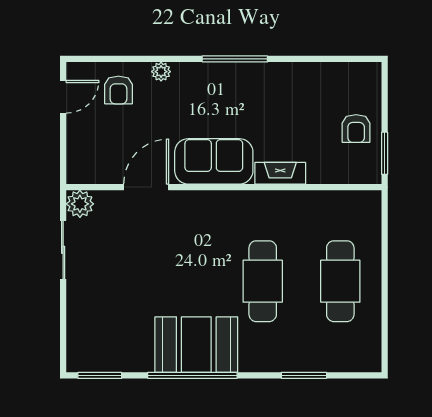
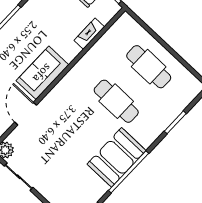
fireplace: (280, 173) -> (89, 34), moved

